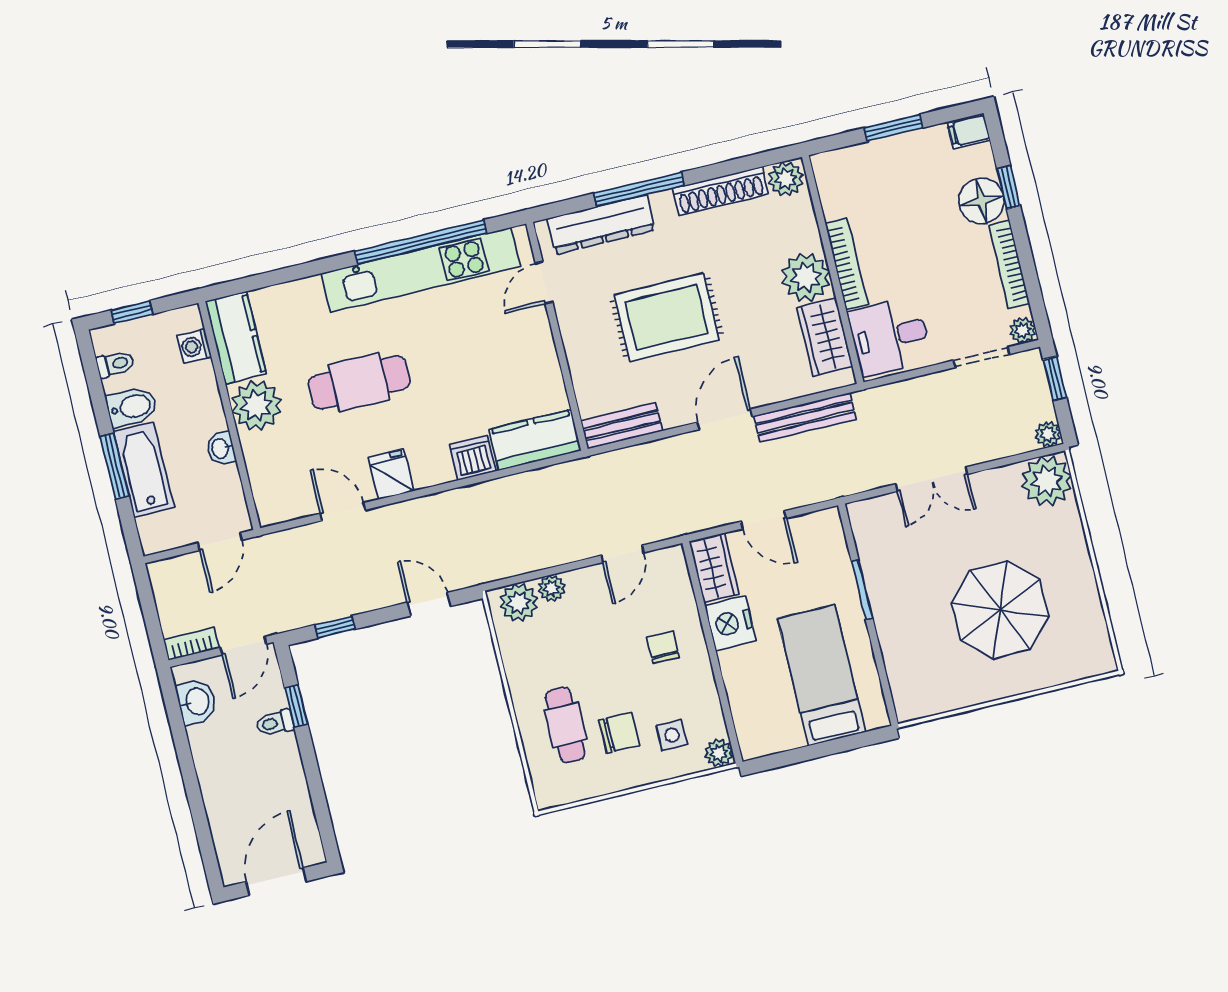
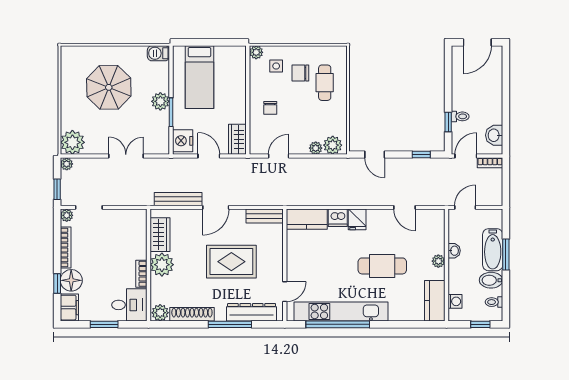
filing cabinet: (969, 131) -> (69, 308), width x2.00
bookcase: (846, 264) -> (141, 274), width x0.64
desk: (890, 337) -> (129, 305), moved
plant: (256, 405) -> (438, 261), width x0.53, depth x0.53
fridge: (391, 474) -> (357, 219), moved
plant: (889, 607) -> (160, 101), added
nightstand: (730, 623) -> (183, 141), moved, turned 180
barbecue: (916, 703) -> (158, 53), added

